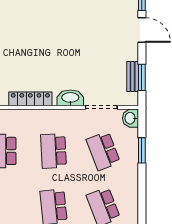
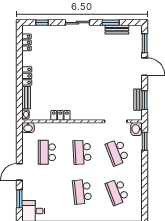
washbasin: (70, 98) -> (94, 115), removed
locker: (30, 99) -> (60, 115), width x0.66
window: (142, 150) -> (145, 141), moved

